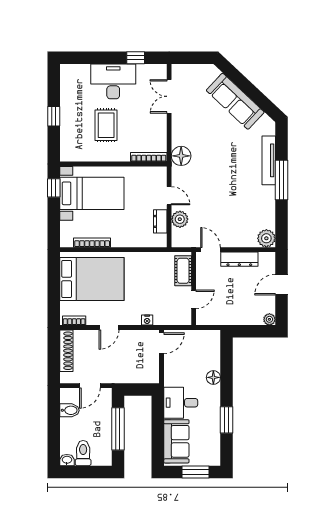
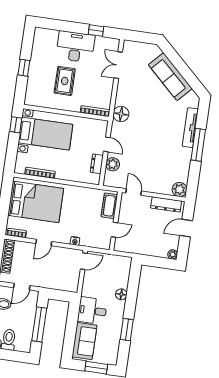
dresser: (239, 259) -> (166, 204), moved

